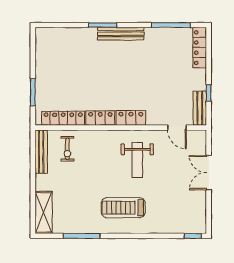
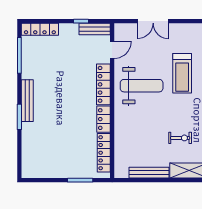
locker: (131, 118) -> (103, 84), width x1.53
exercise bike: (67, 149) -> (180, 138), moved
bench: (41, 152) -> (149, 173), moved
weight bench: (137, 160) -> (142, 86), width x1.36, depth x1.33
treadmill: (123, 208) -> (182, 73), moved

